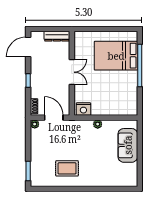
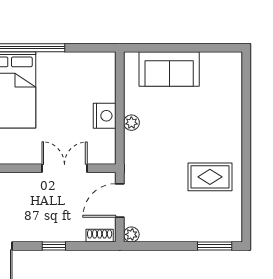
double door: (72, 72) -> (65, 168), moved
nightstand: (83, 109) -> (105, 116), moved
rug: (67, 168) -> (210, 177), turned 90

